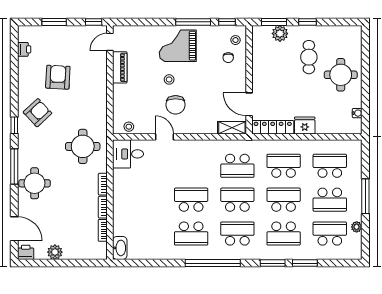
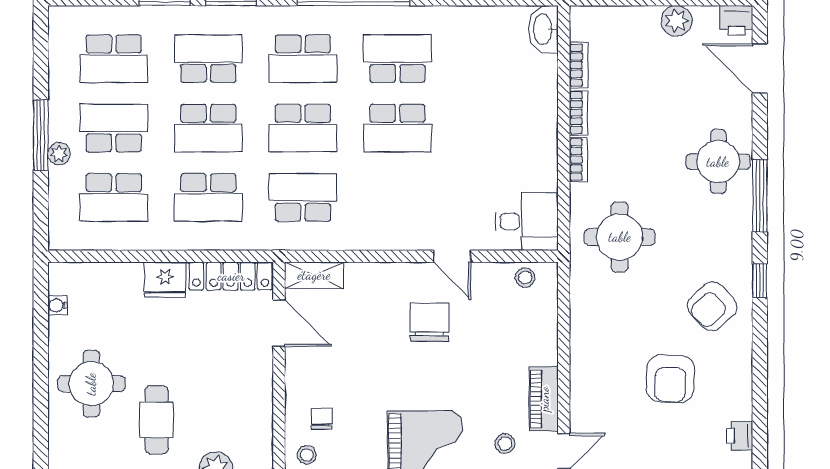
stool: (169, 79) -> (505, 444), moved
plant: (357, 227) -> (59, 154), moved

